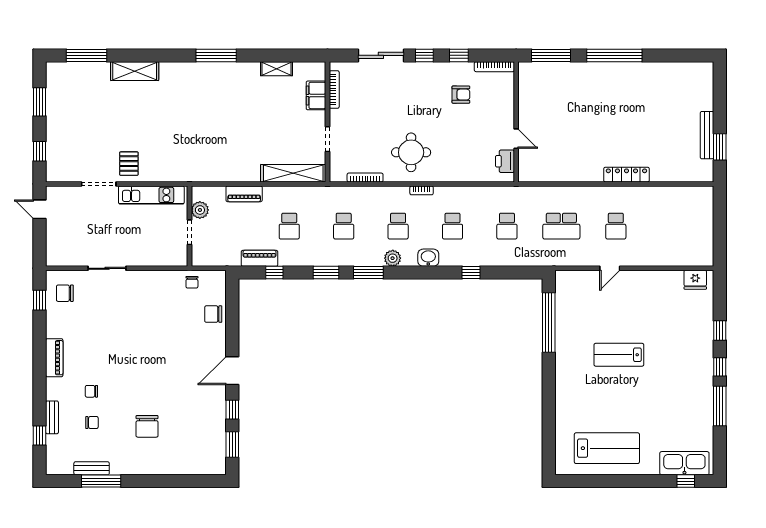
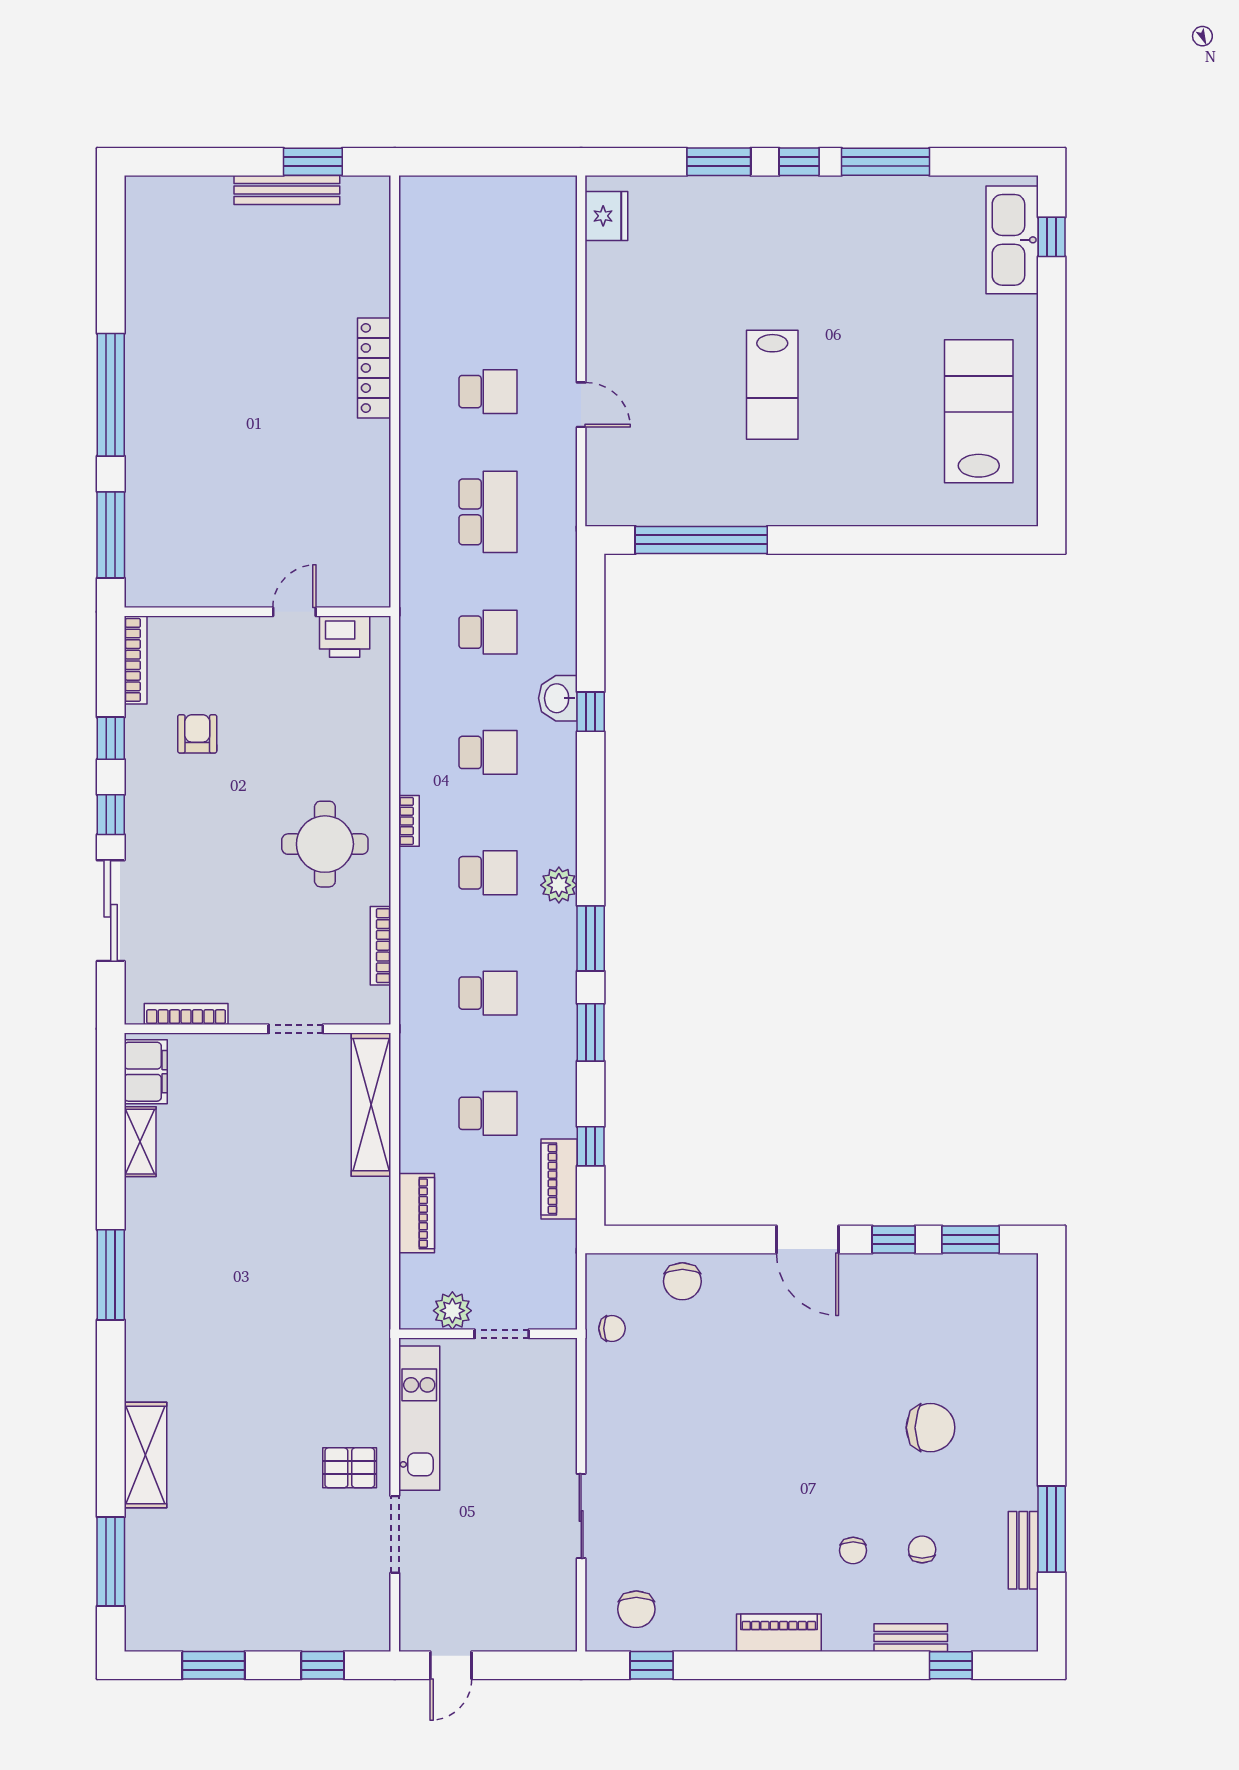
filing cabinet: (316, 95) -> (146, 1072), moved, turned -90
washbasin: (428, 258) -> (558, 698), moved
window: (720, 330) -> (719, 162), width x1.50

